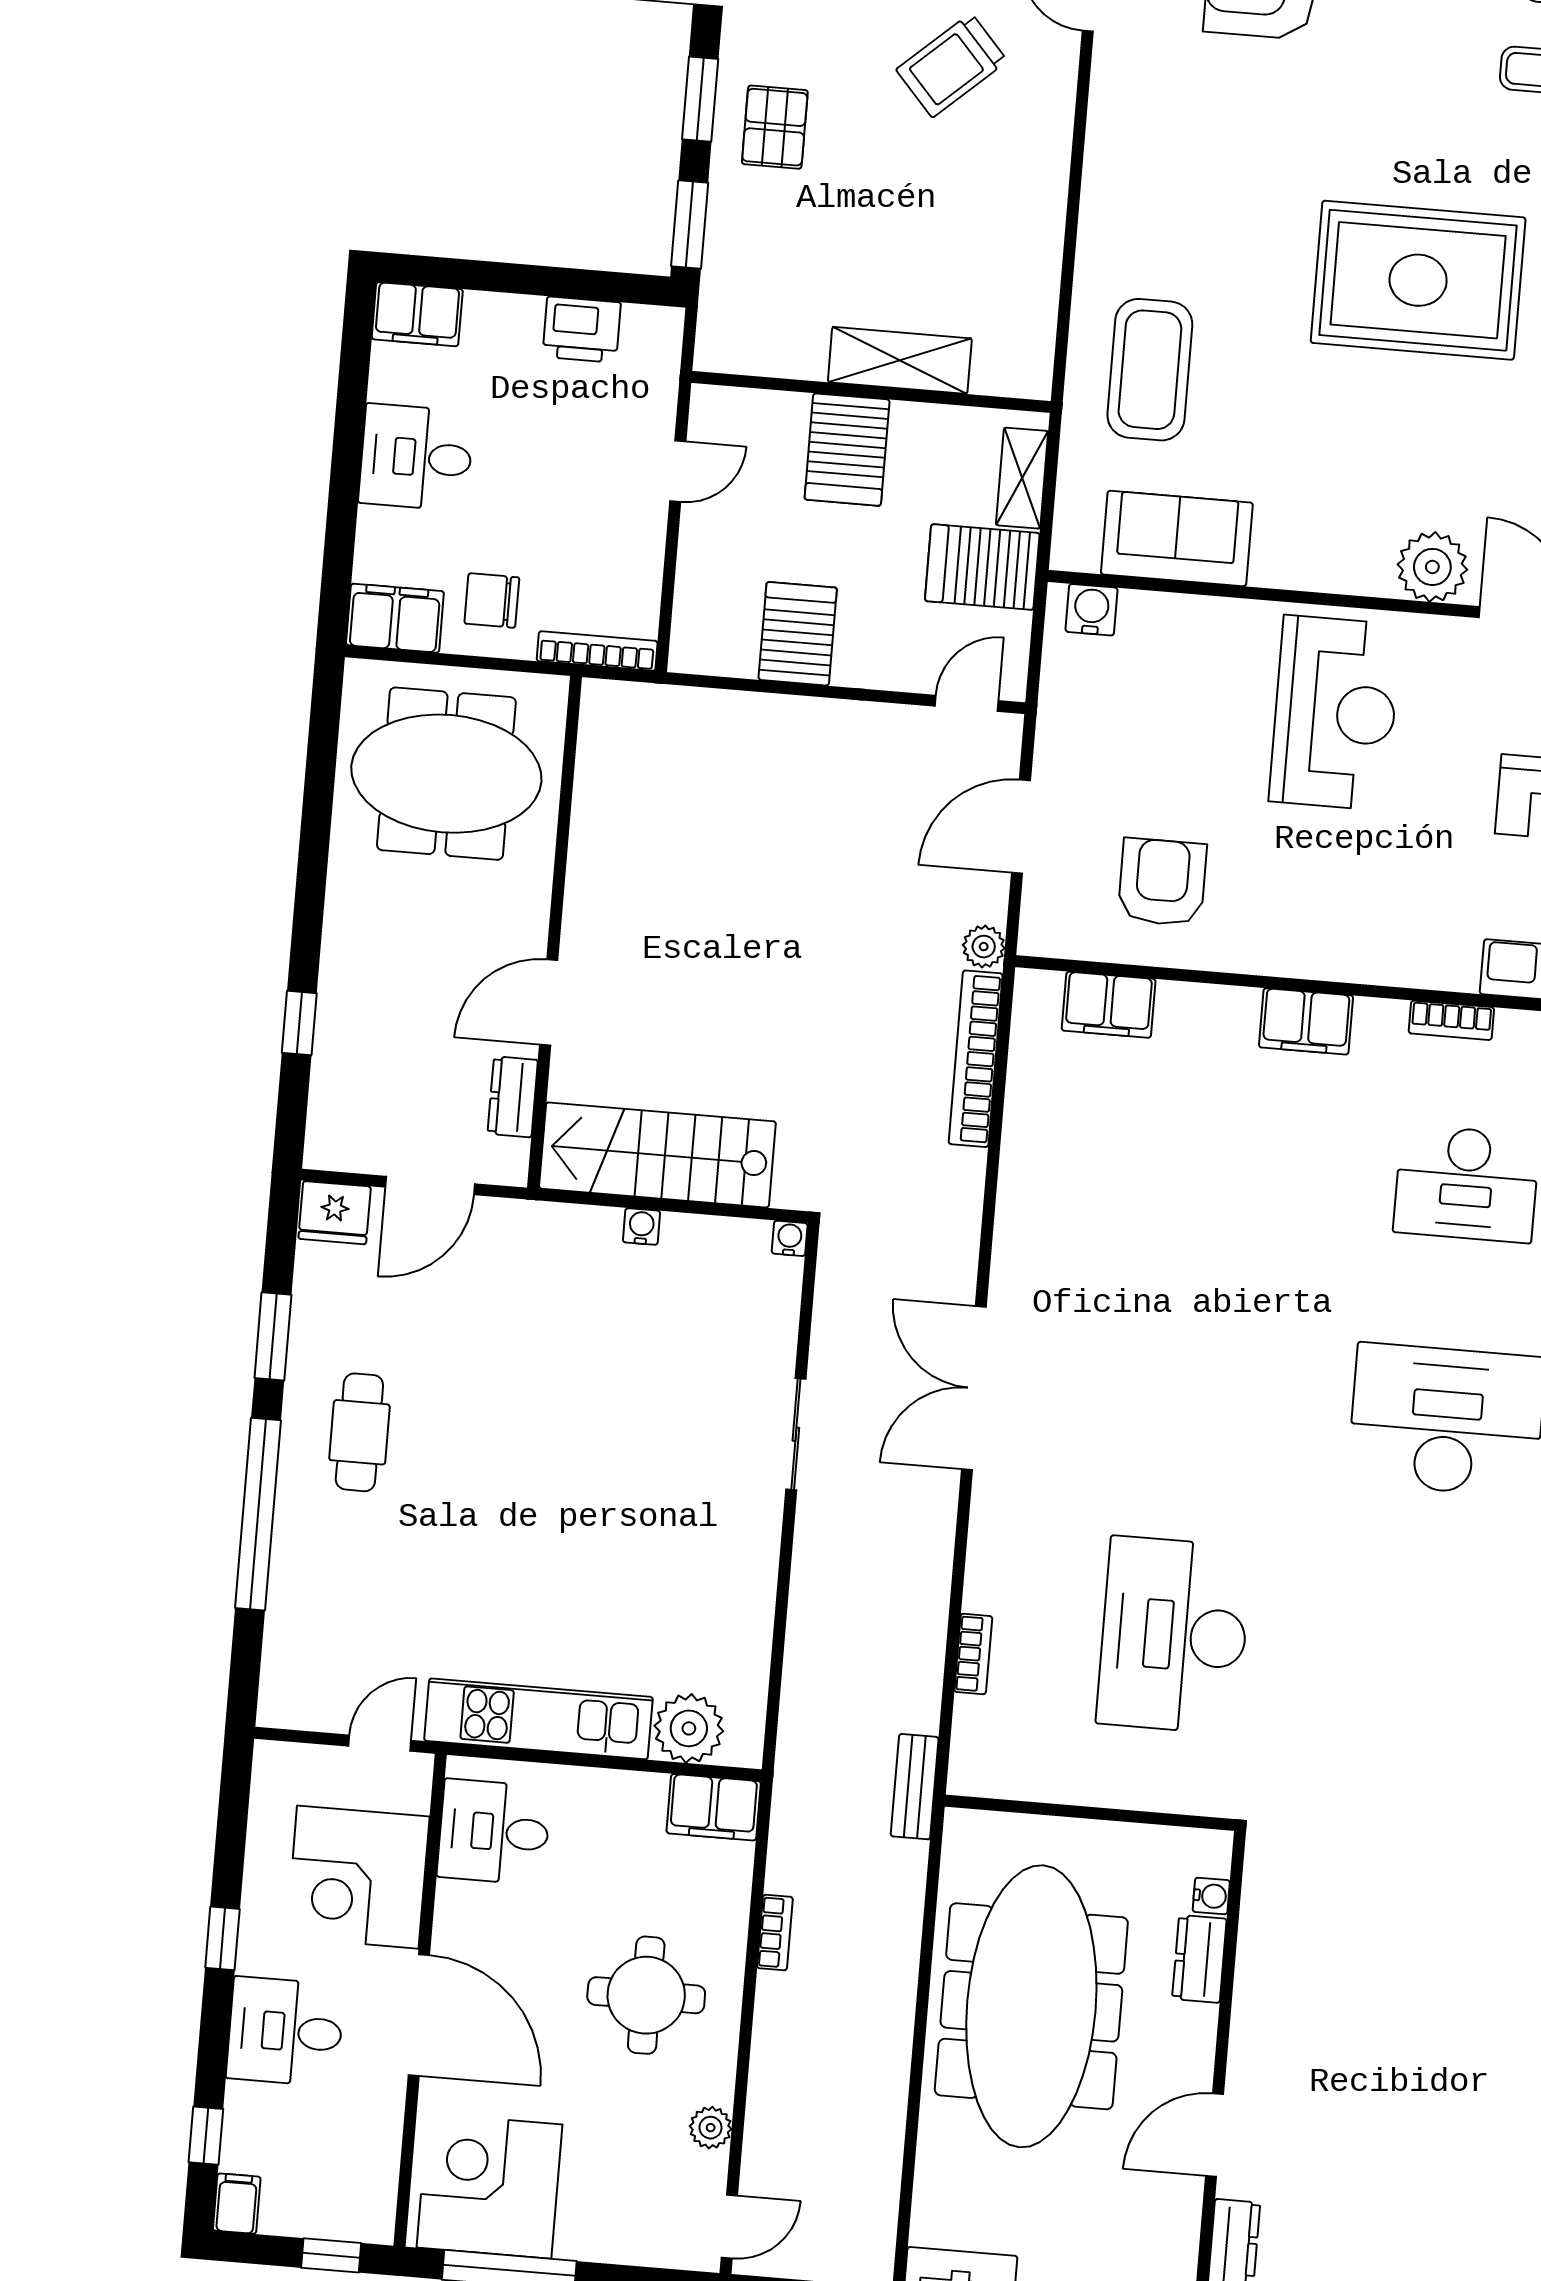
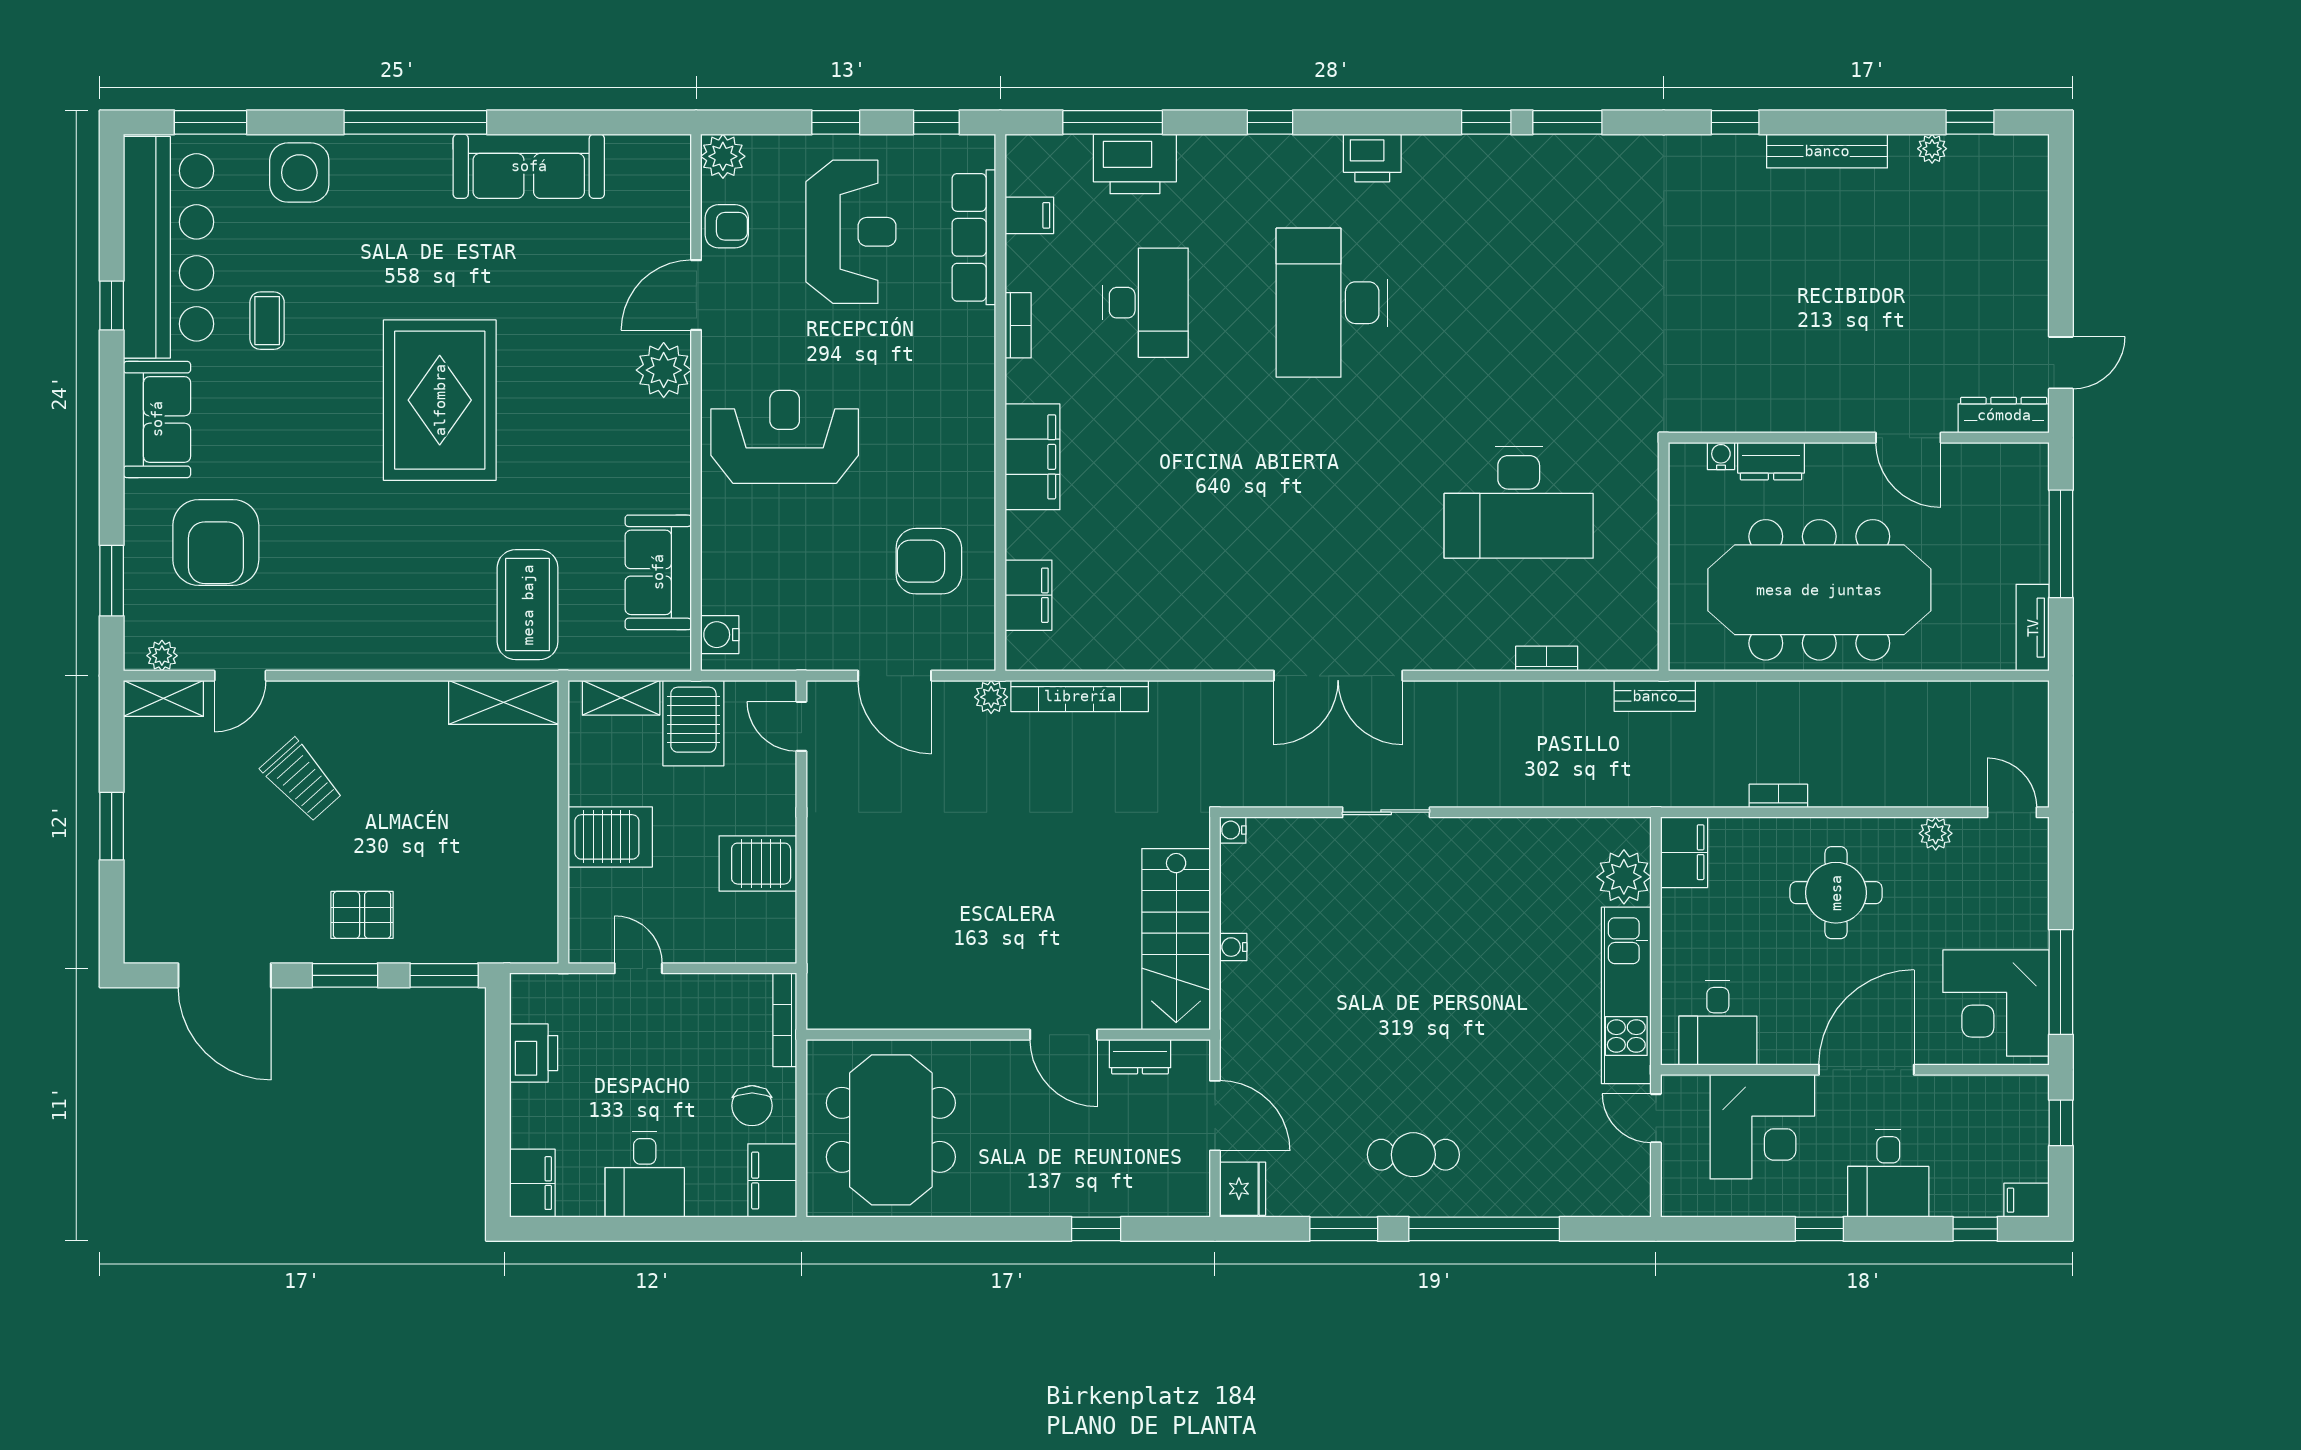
shelving: (900, 360) -> (504, 702), moved, turned 90
coffee table: (1150, 370) -> (528, 605), turned 90
filing cabinet: (1306, 1021) -> (1032, 457), width x1.50, depth x1.17

